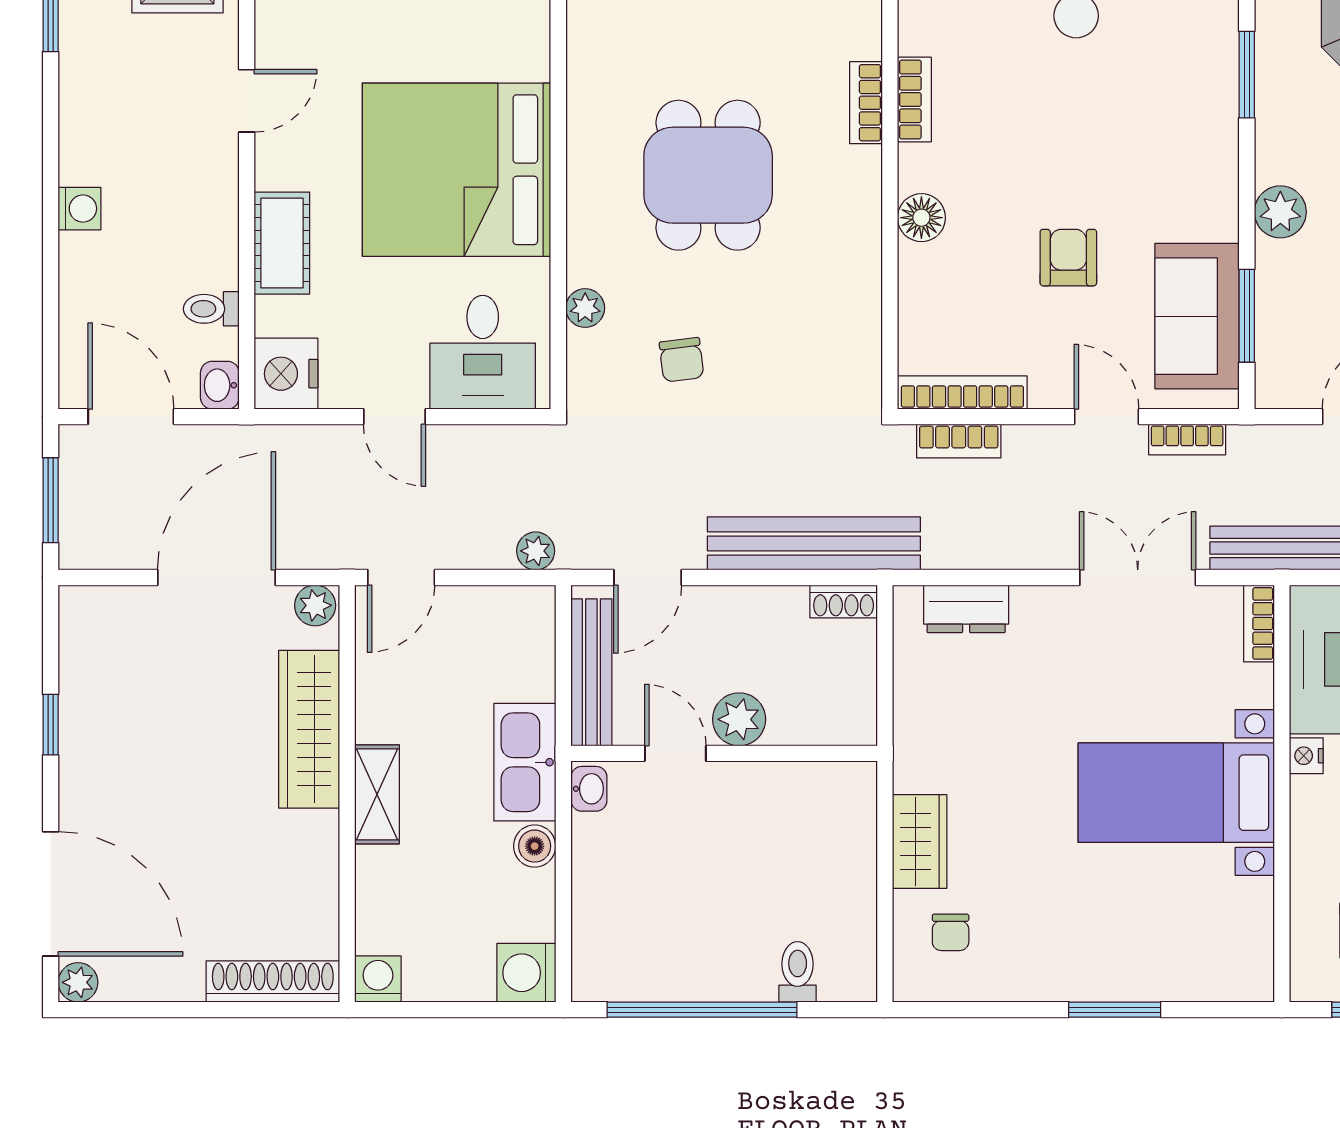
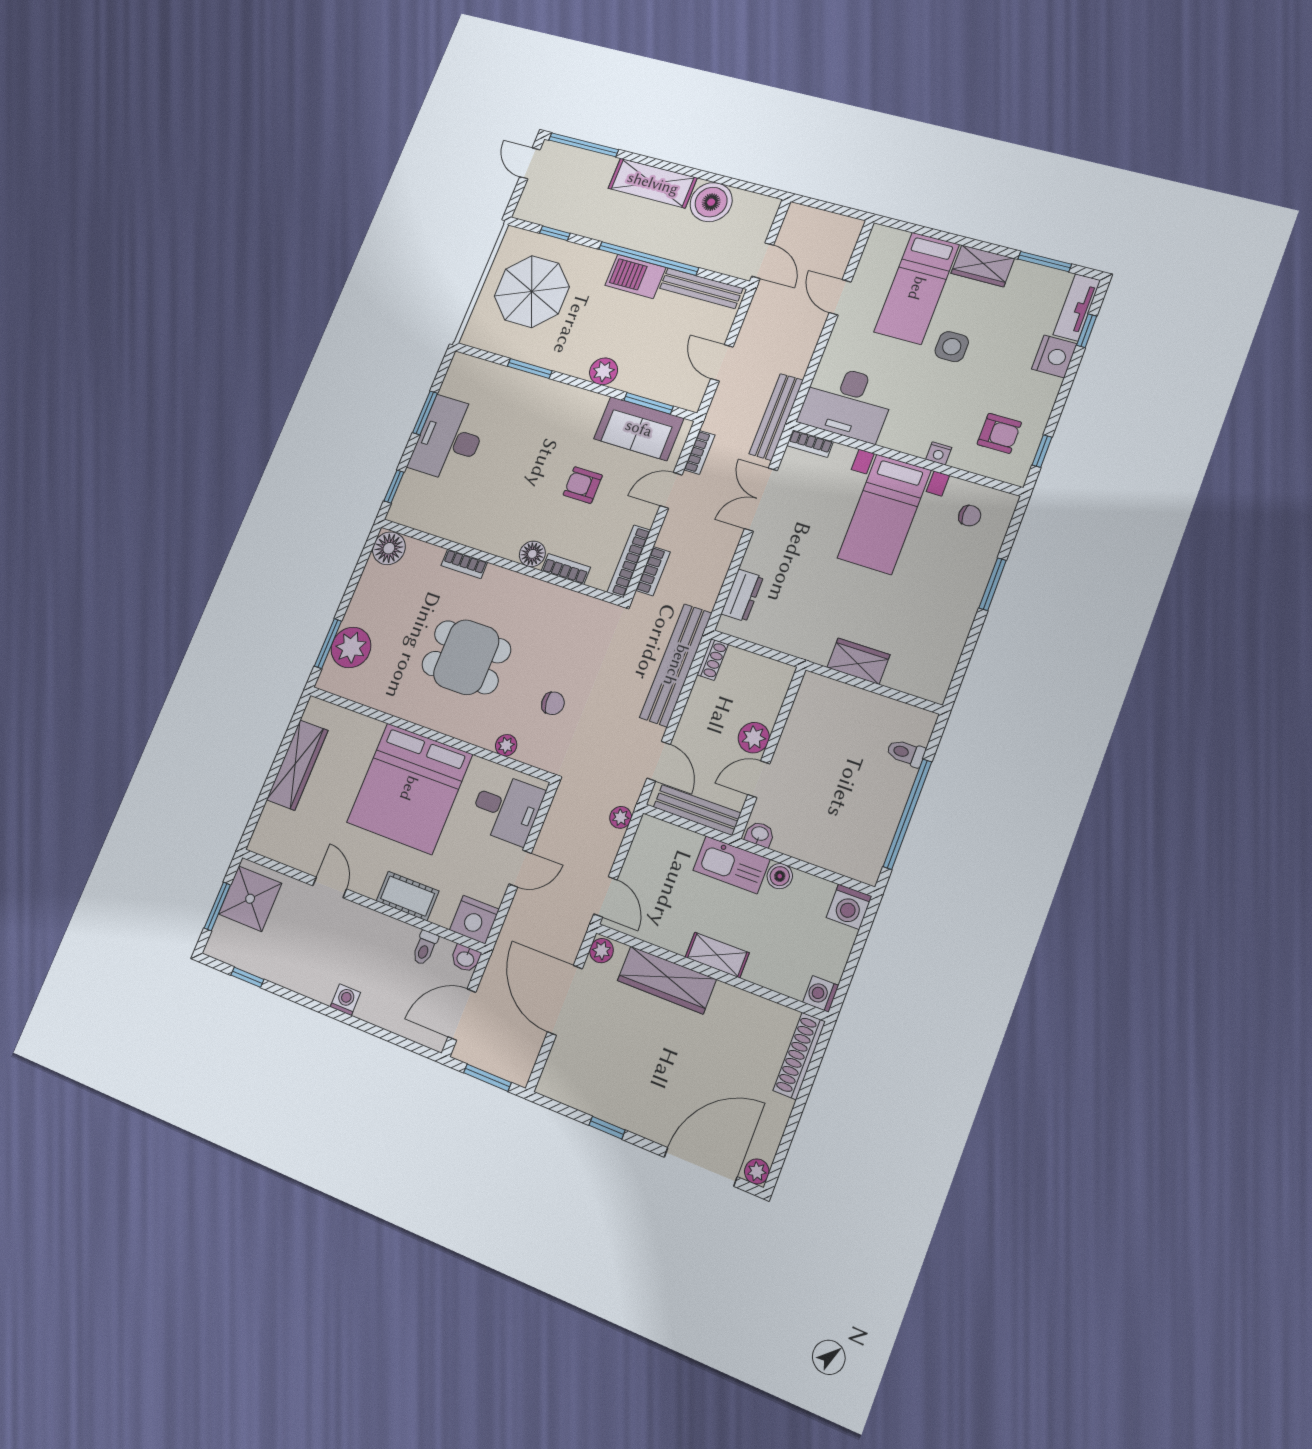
bookcase: (914, 100) -> (566, 569), moved
nightstand: (1306, 756) -> (939, 453), moved
chair: (951, 932) -> (970, 516), moved

